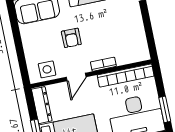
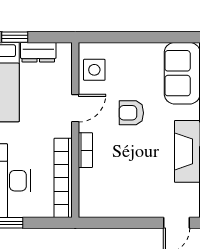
door: (76, 77) -> (75, 108), swing flipped
dresser: (42, 105) -> (38, 52), width x0.70

